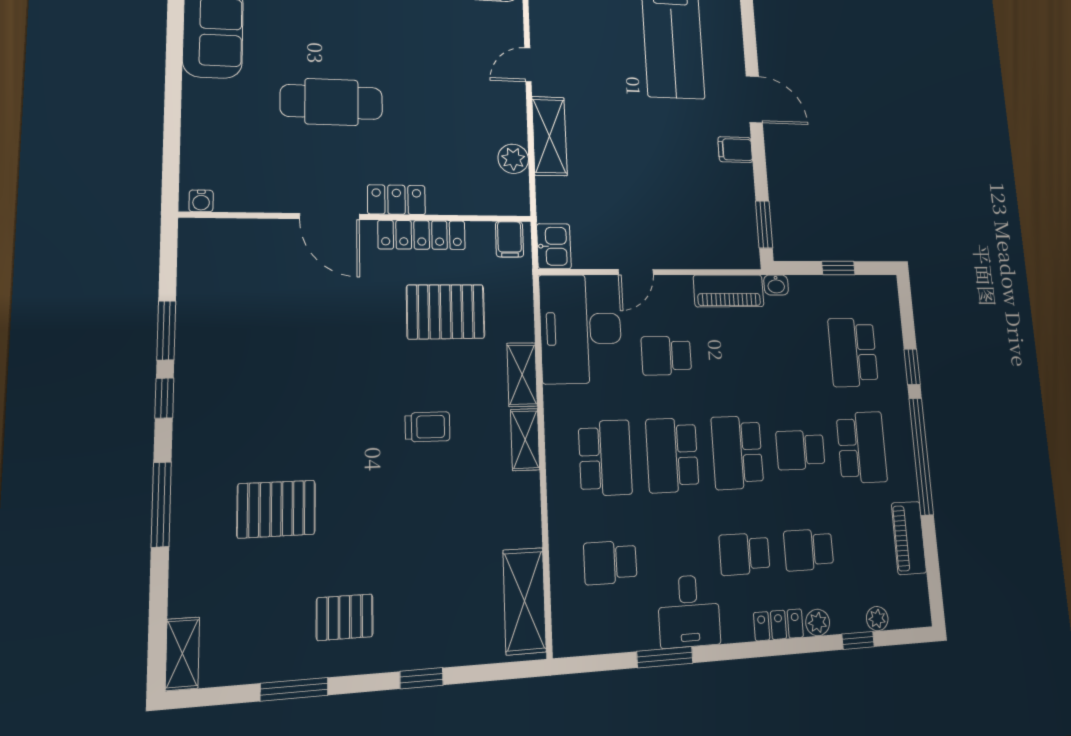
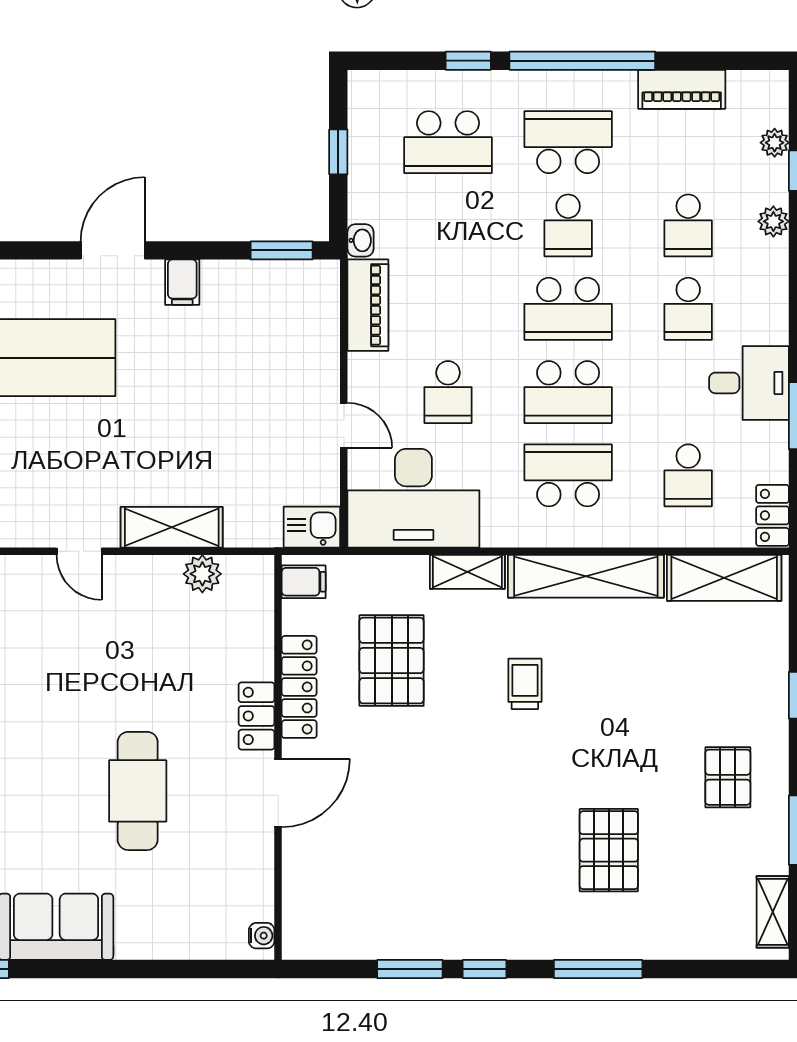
shelving: (525, 440) -> (586, 576), width x2.20, depth x1.33
locker: (778, 625) -> (772, 515), moved
shelving: (182, 654) -> (773, 912), moved, turned 90

